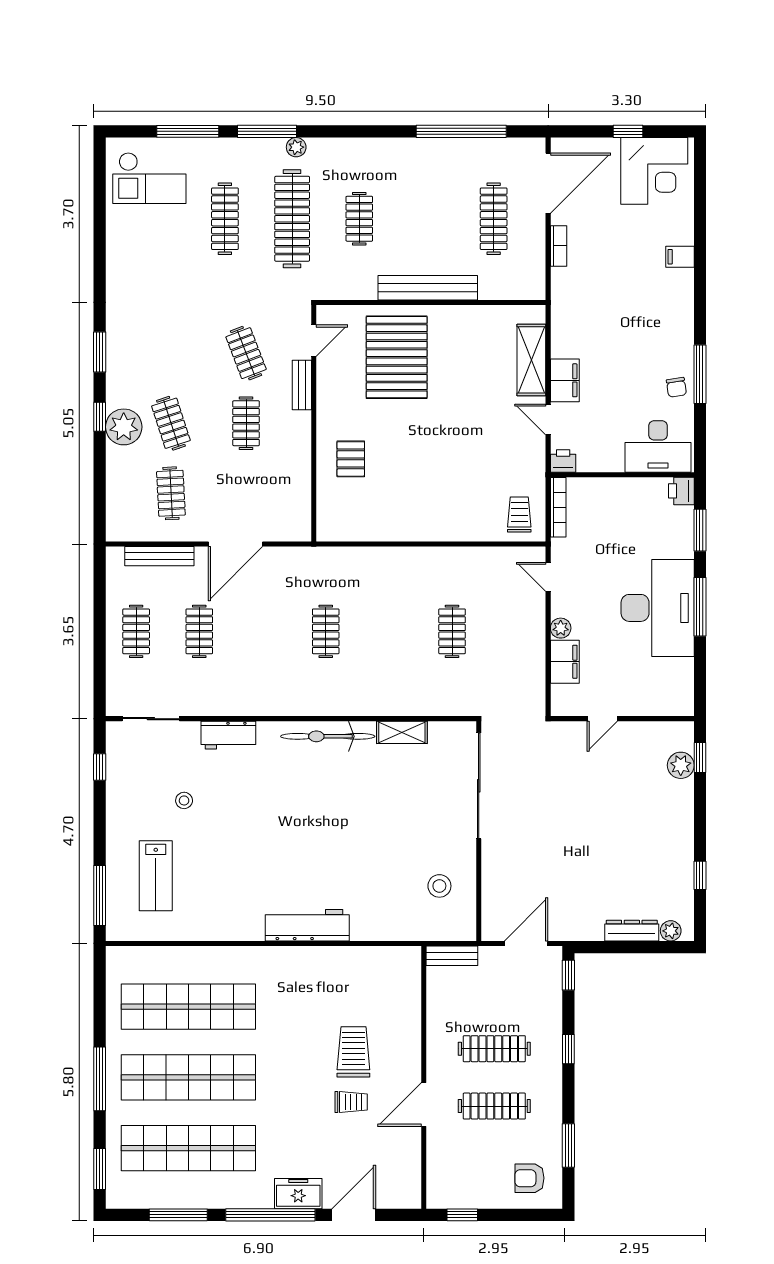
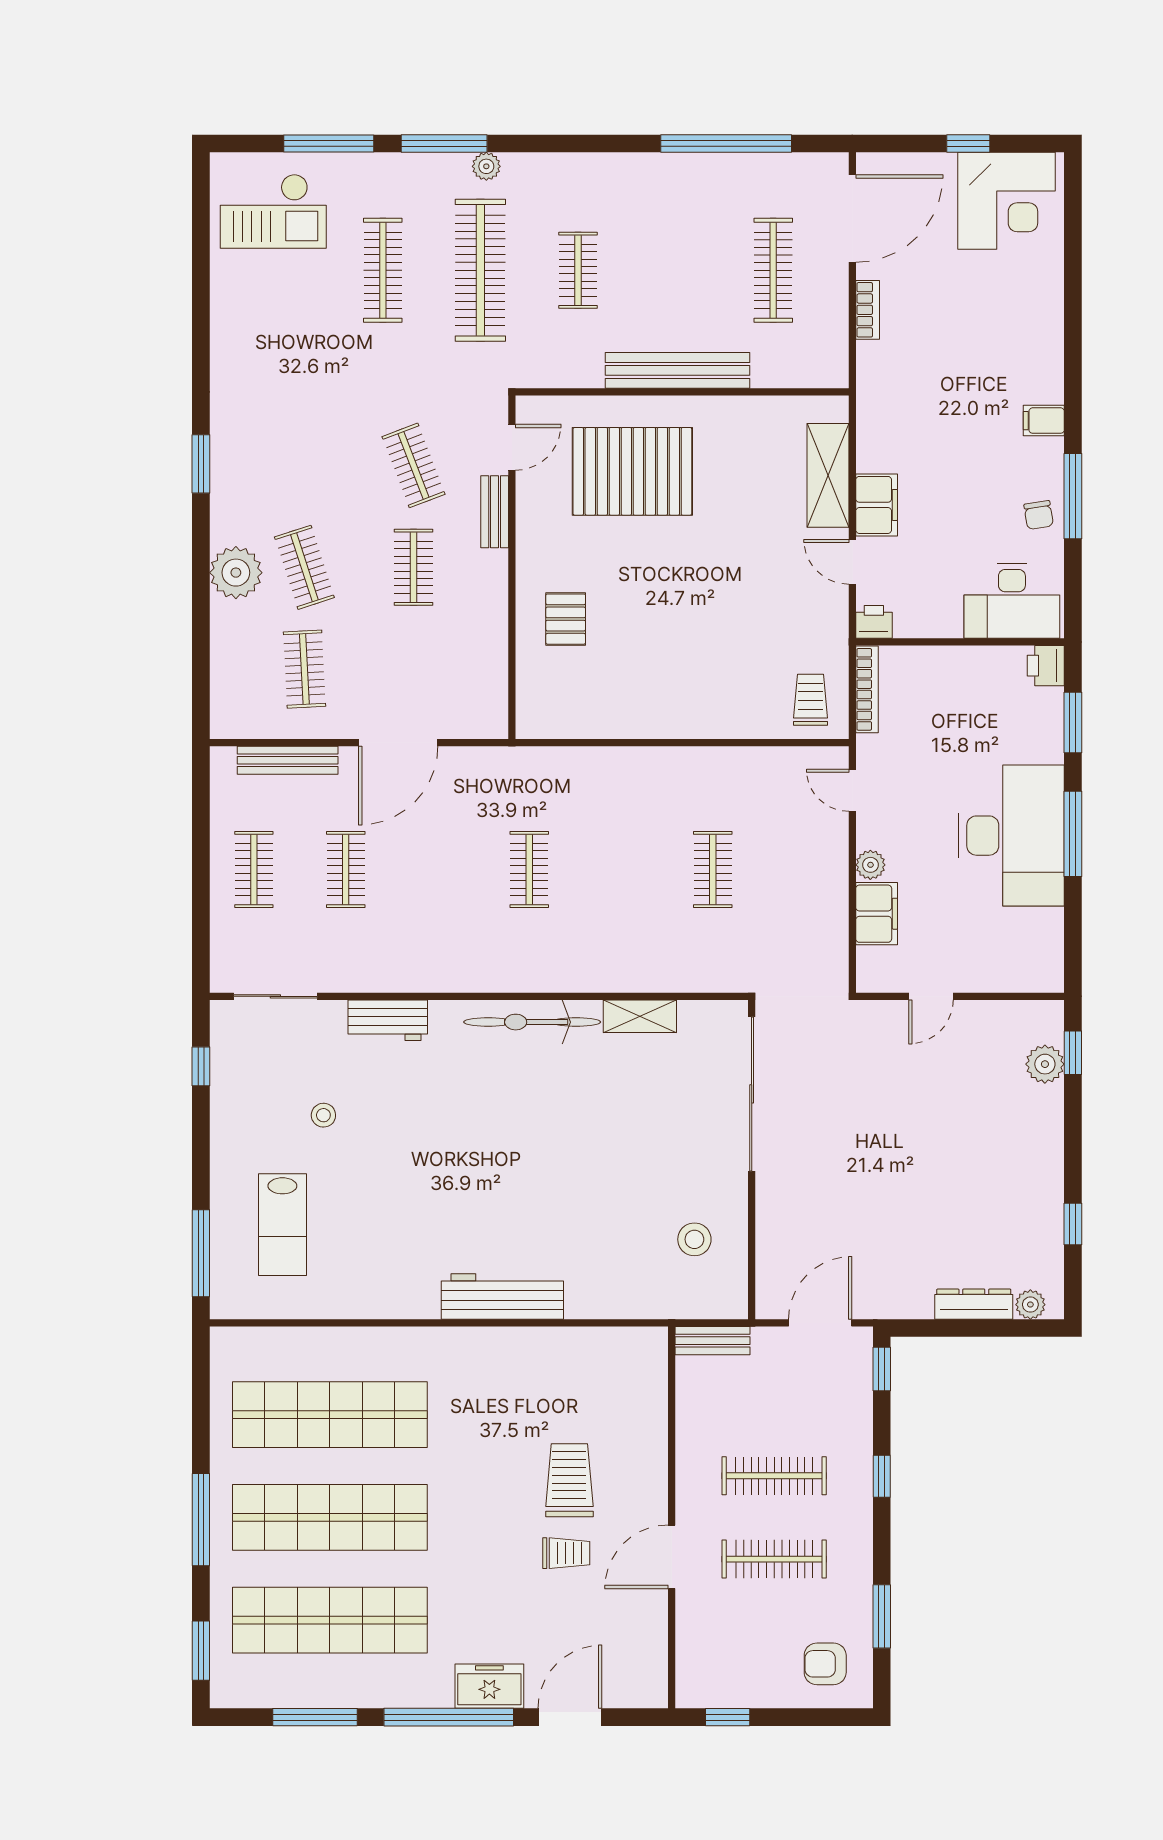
filing cabinet: (680, 257) -> (1044, 421), moved
pallet: (397, 357) -> (632, 471), turned 90
window: (100, 417) -> (201, 558), removed

